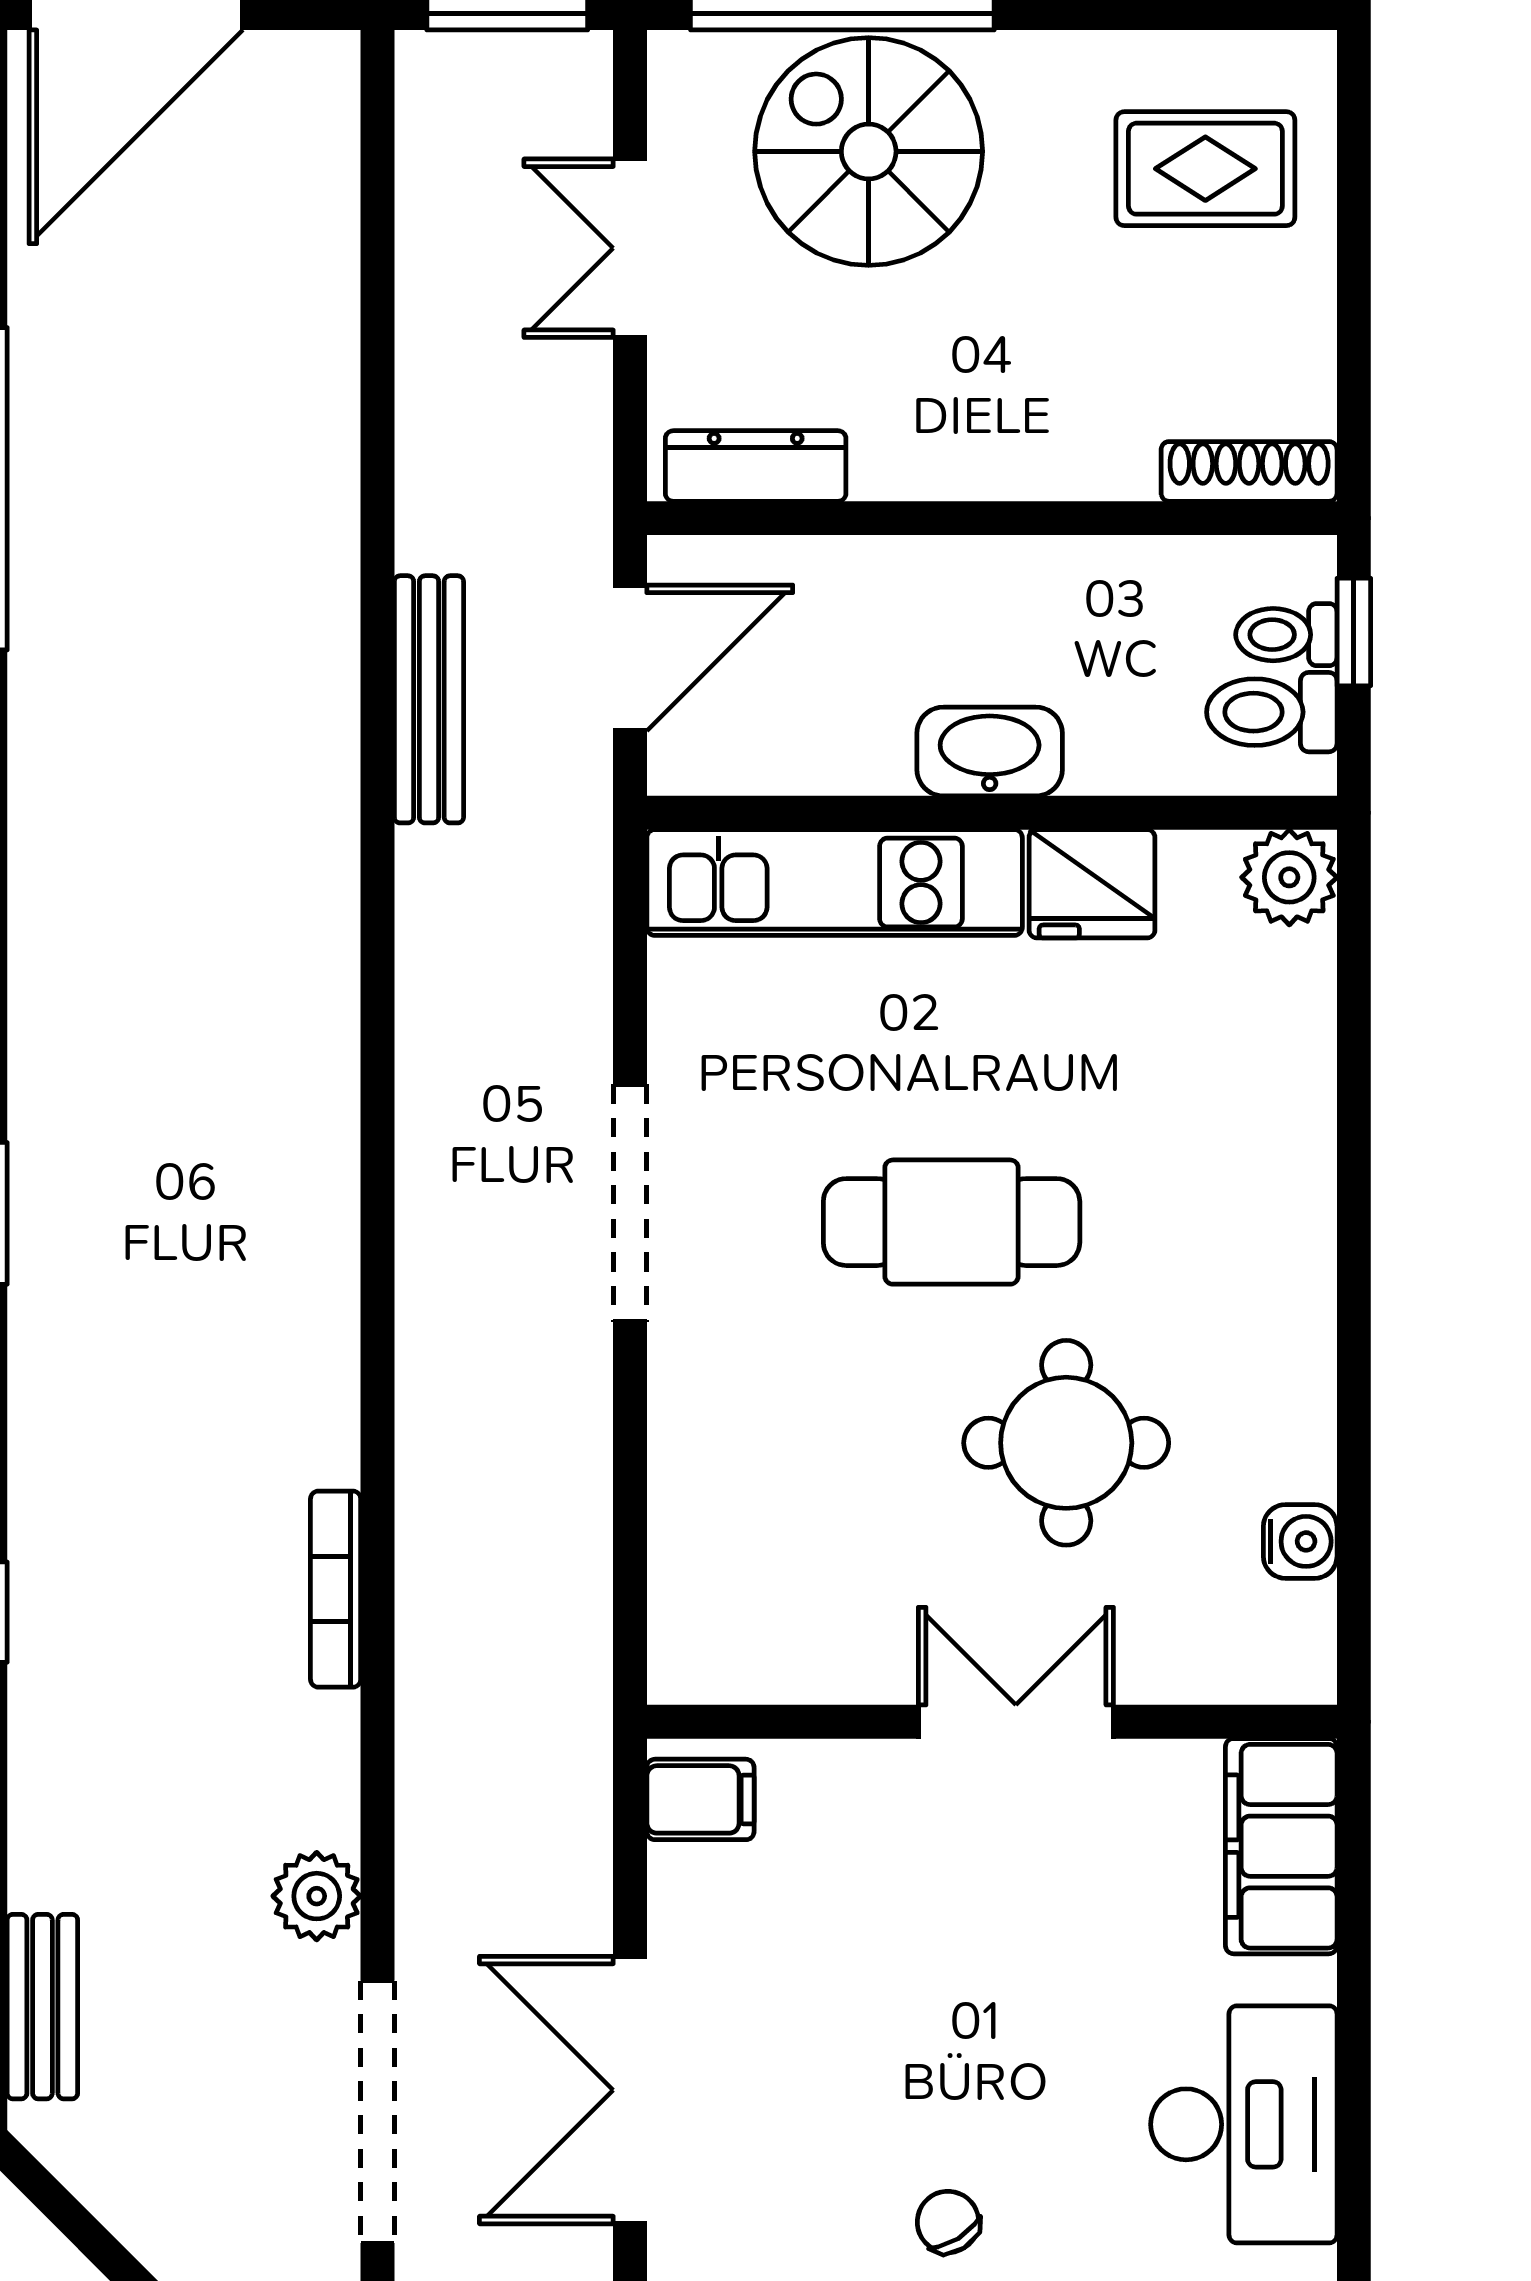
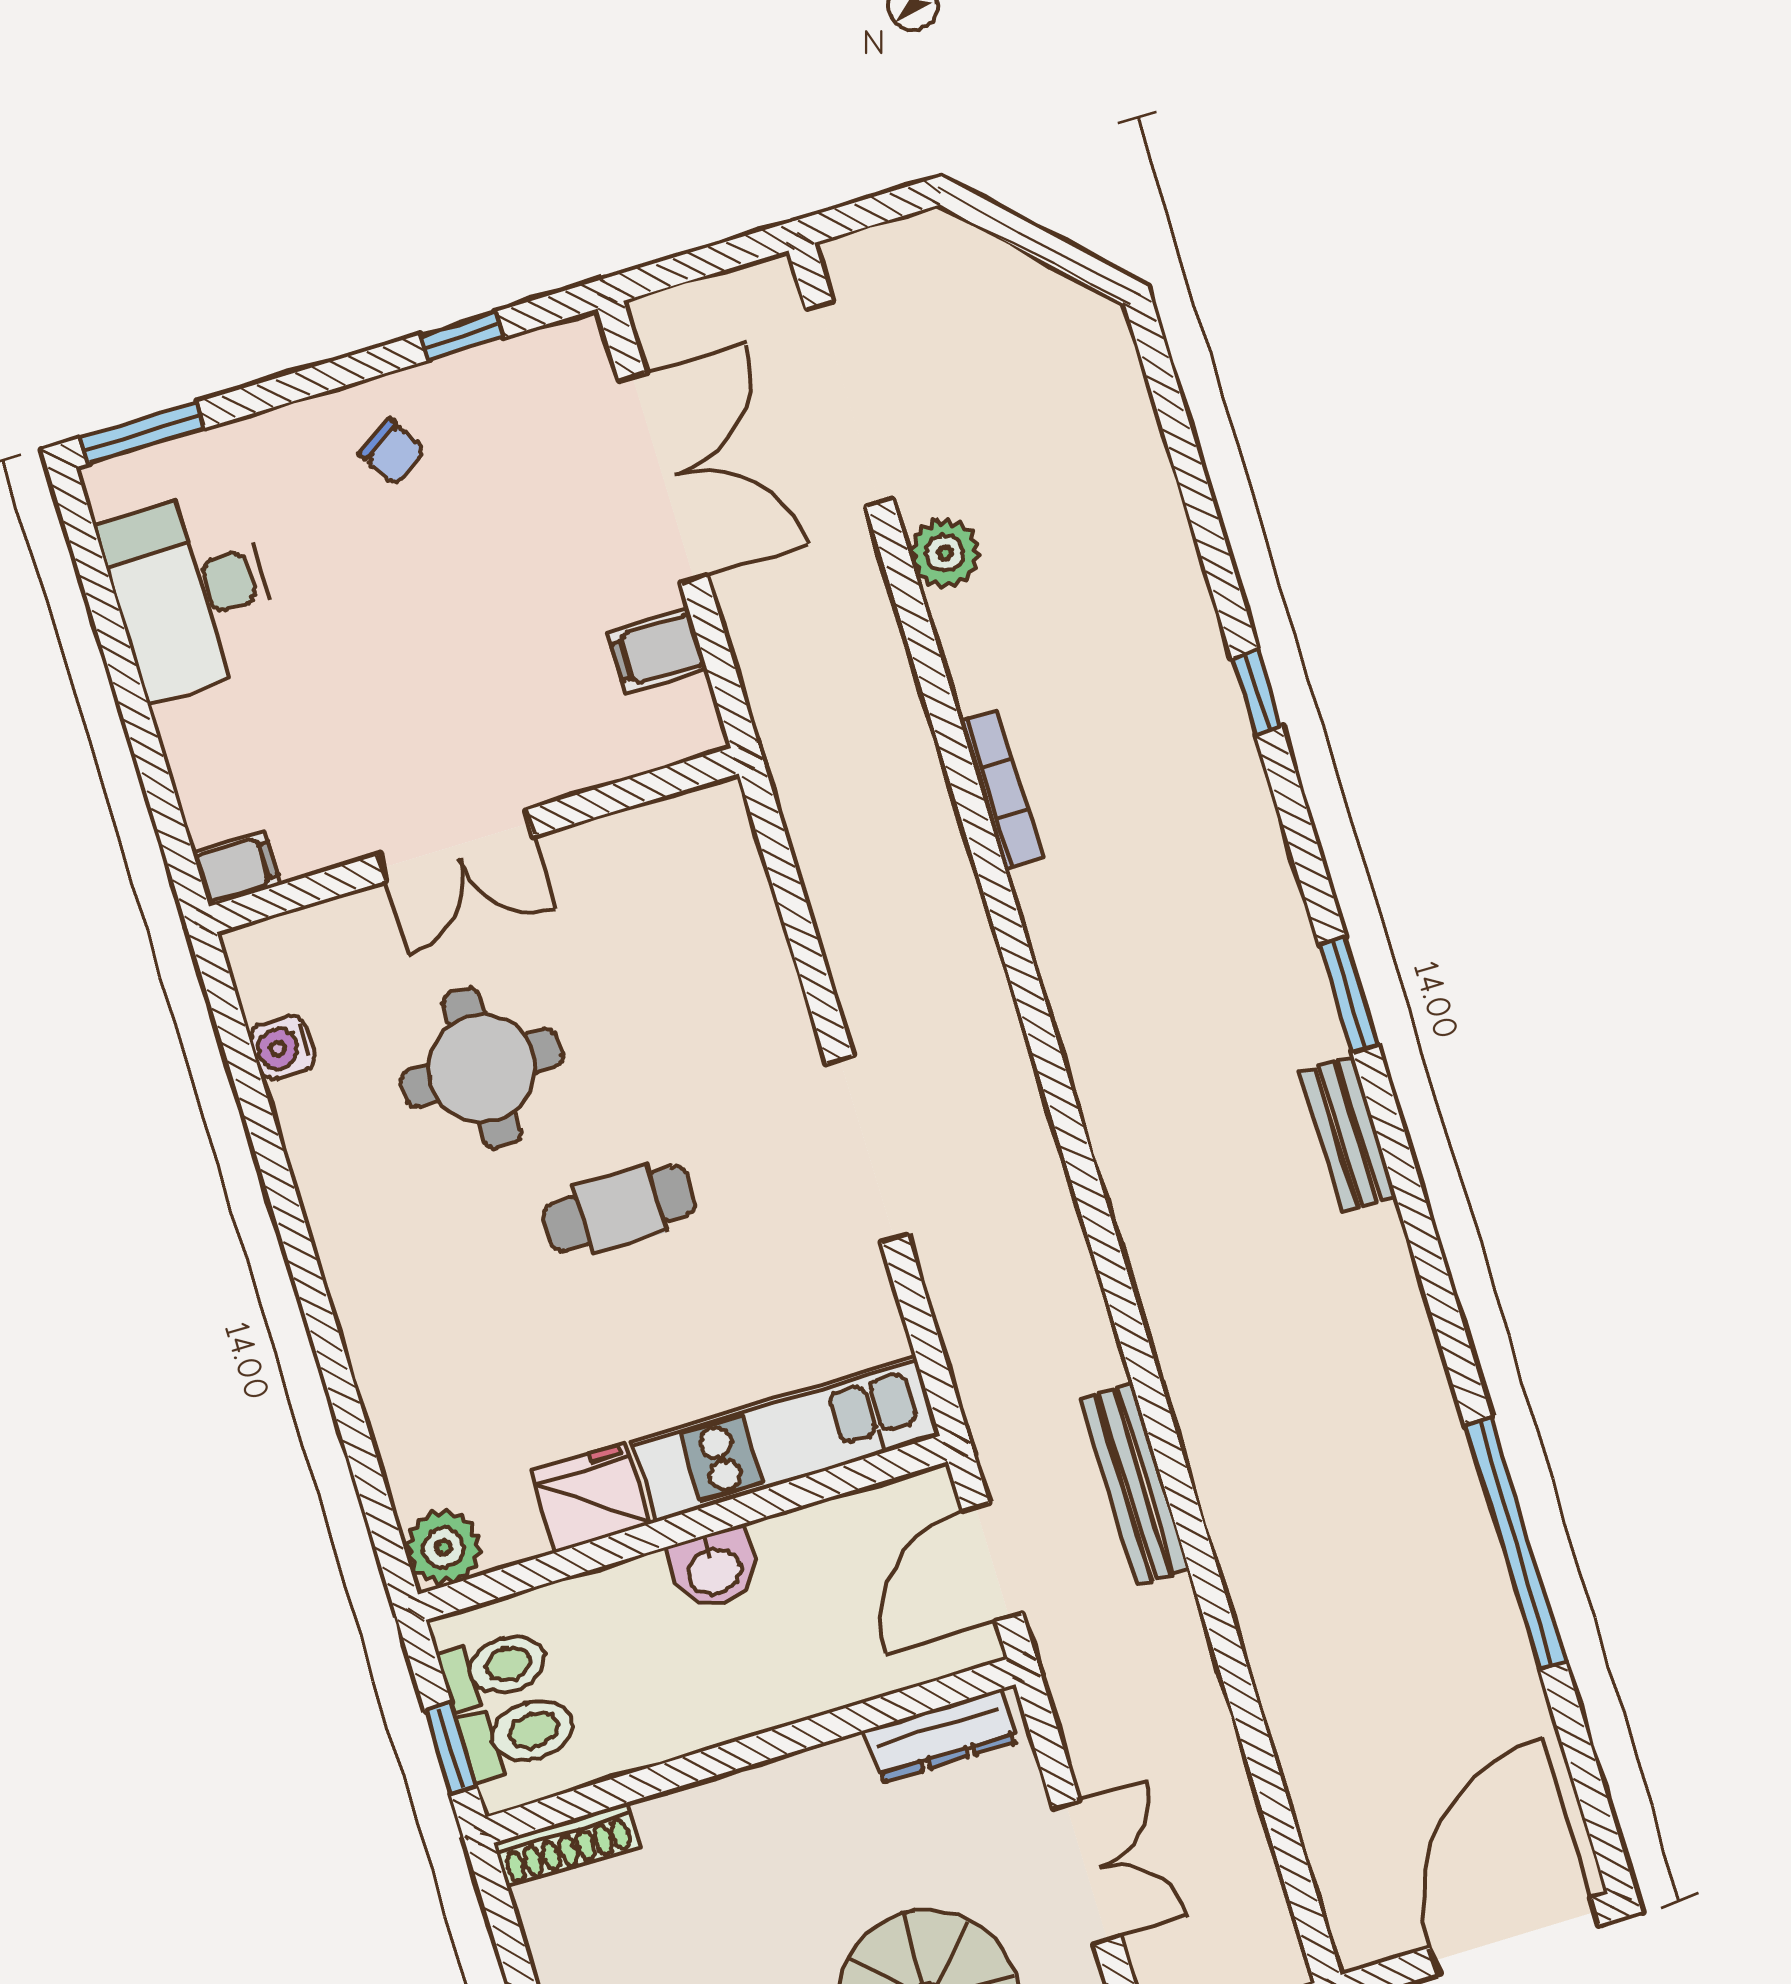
toilet: (1286, 635) -> (519, 1735), width x1.37, depth x1.39
washbasin: (990, 751) -> (714, 1569), width x0.72
cafe table: (952, 1222) -> (619, 1209), width x0.73, depth x0.74
filing cabinet: (700, 1799) -> (657, 650), moved
filing cabinet: (1281, 1846) -> (237, 869), width x0.33, depth x0.86
bench: (42, 2007) -> (1348, 1134), moved

